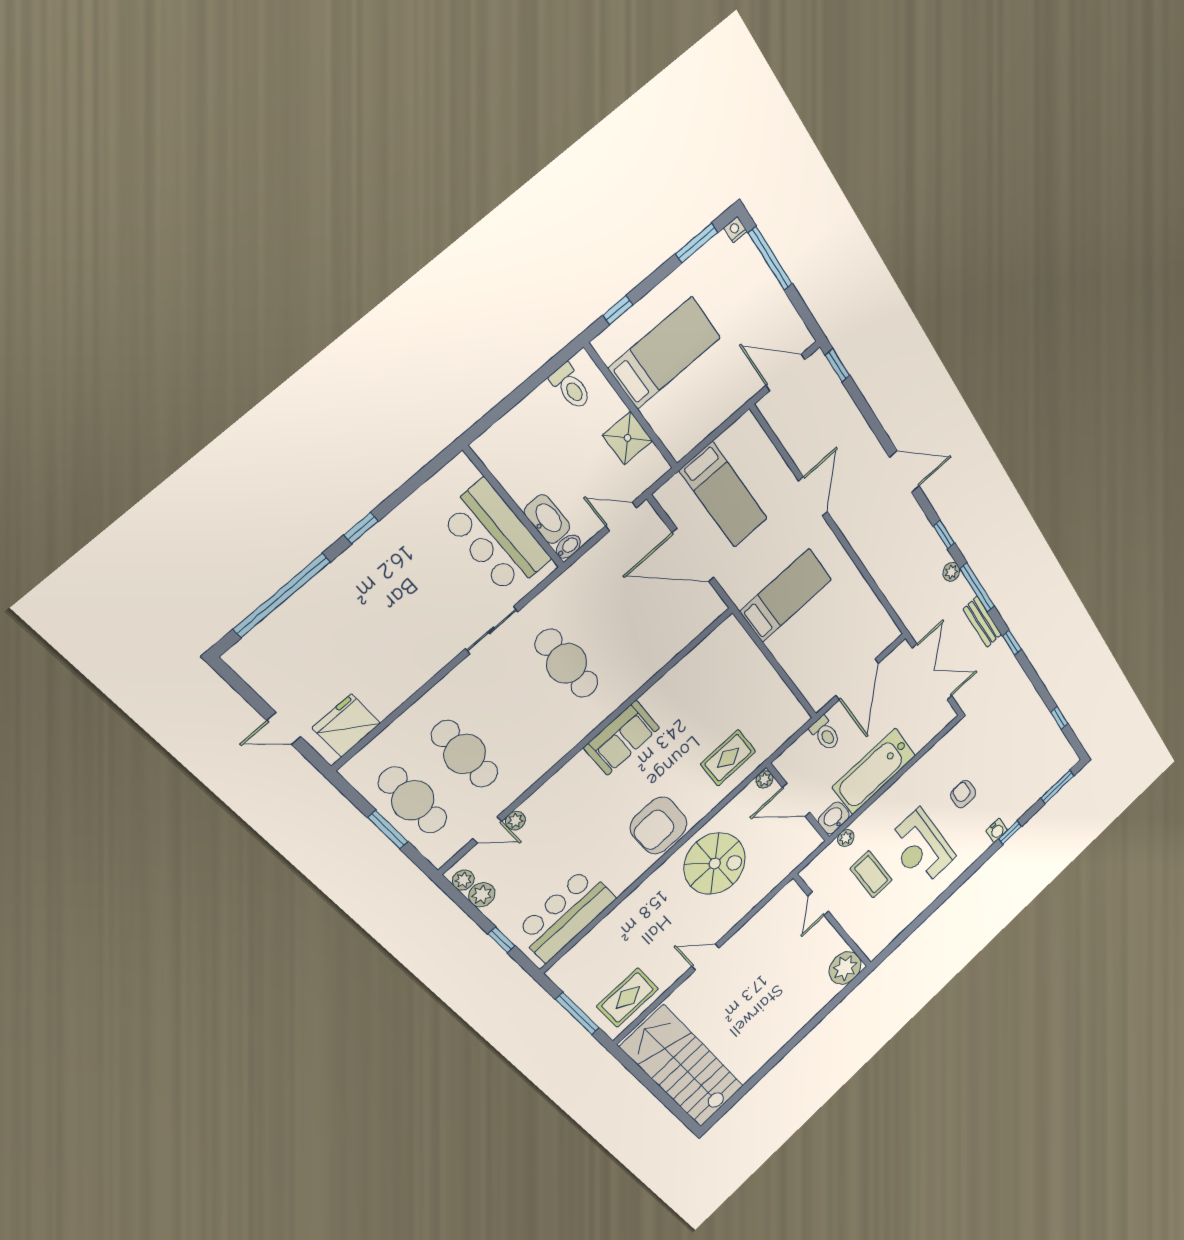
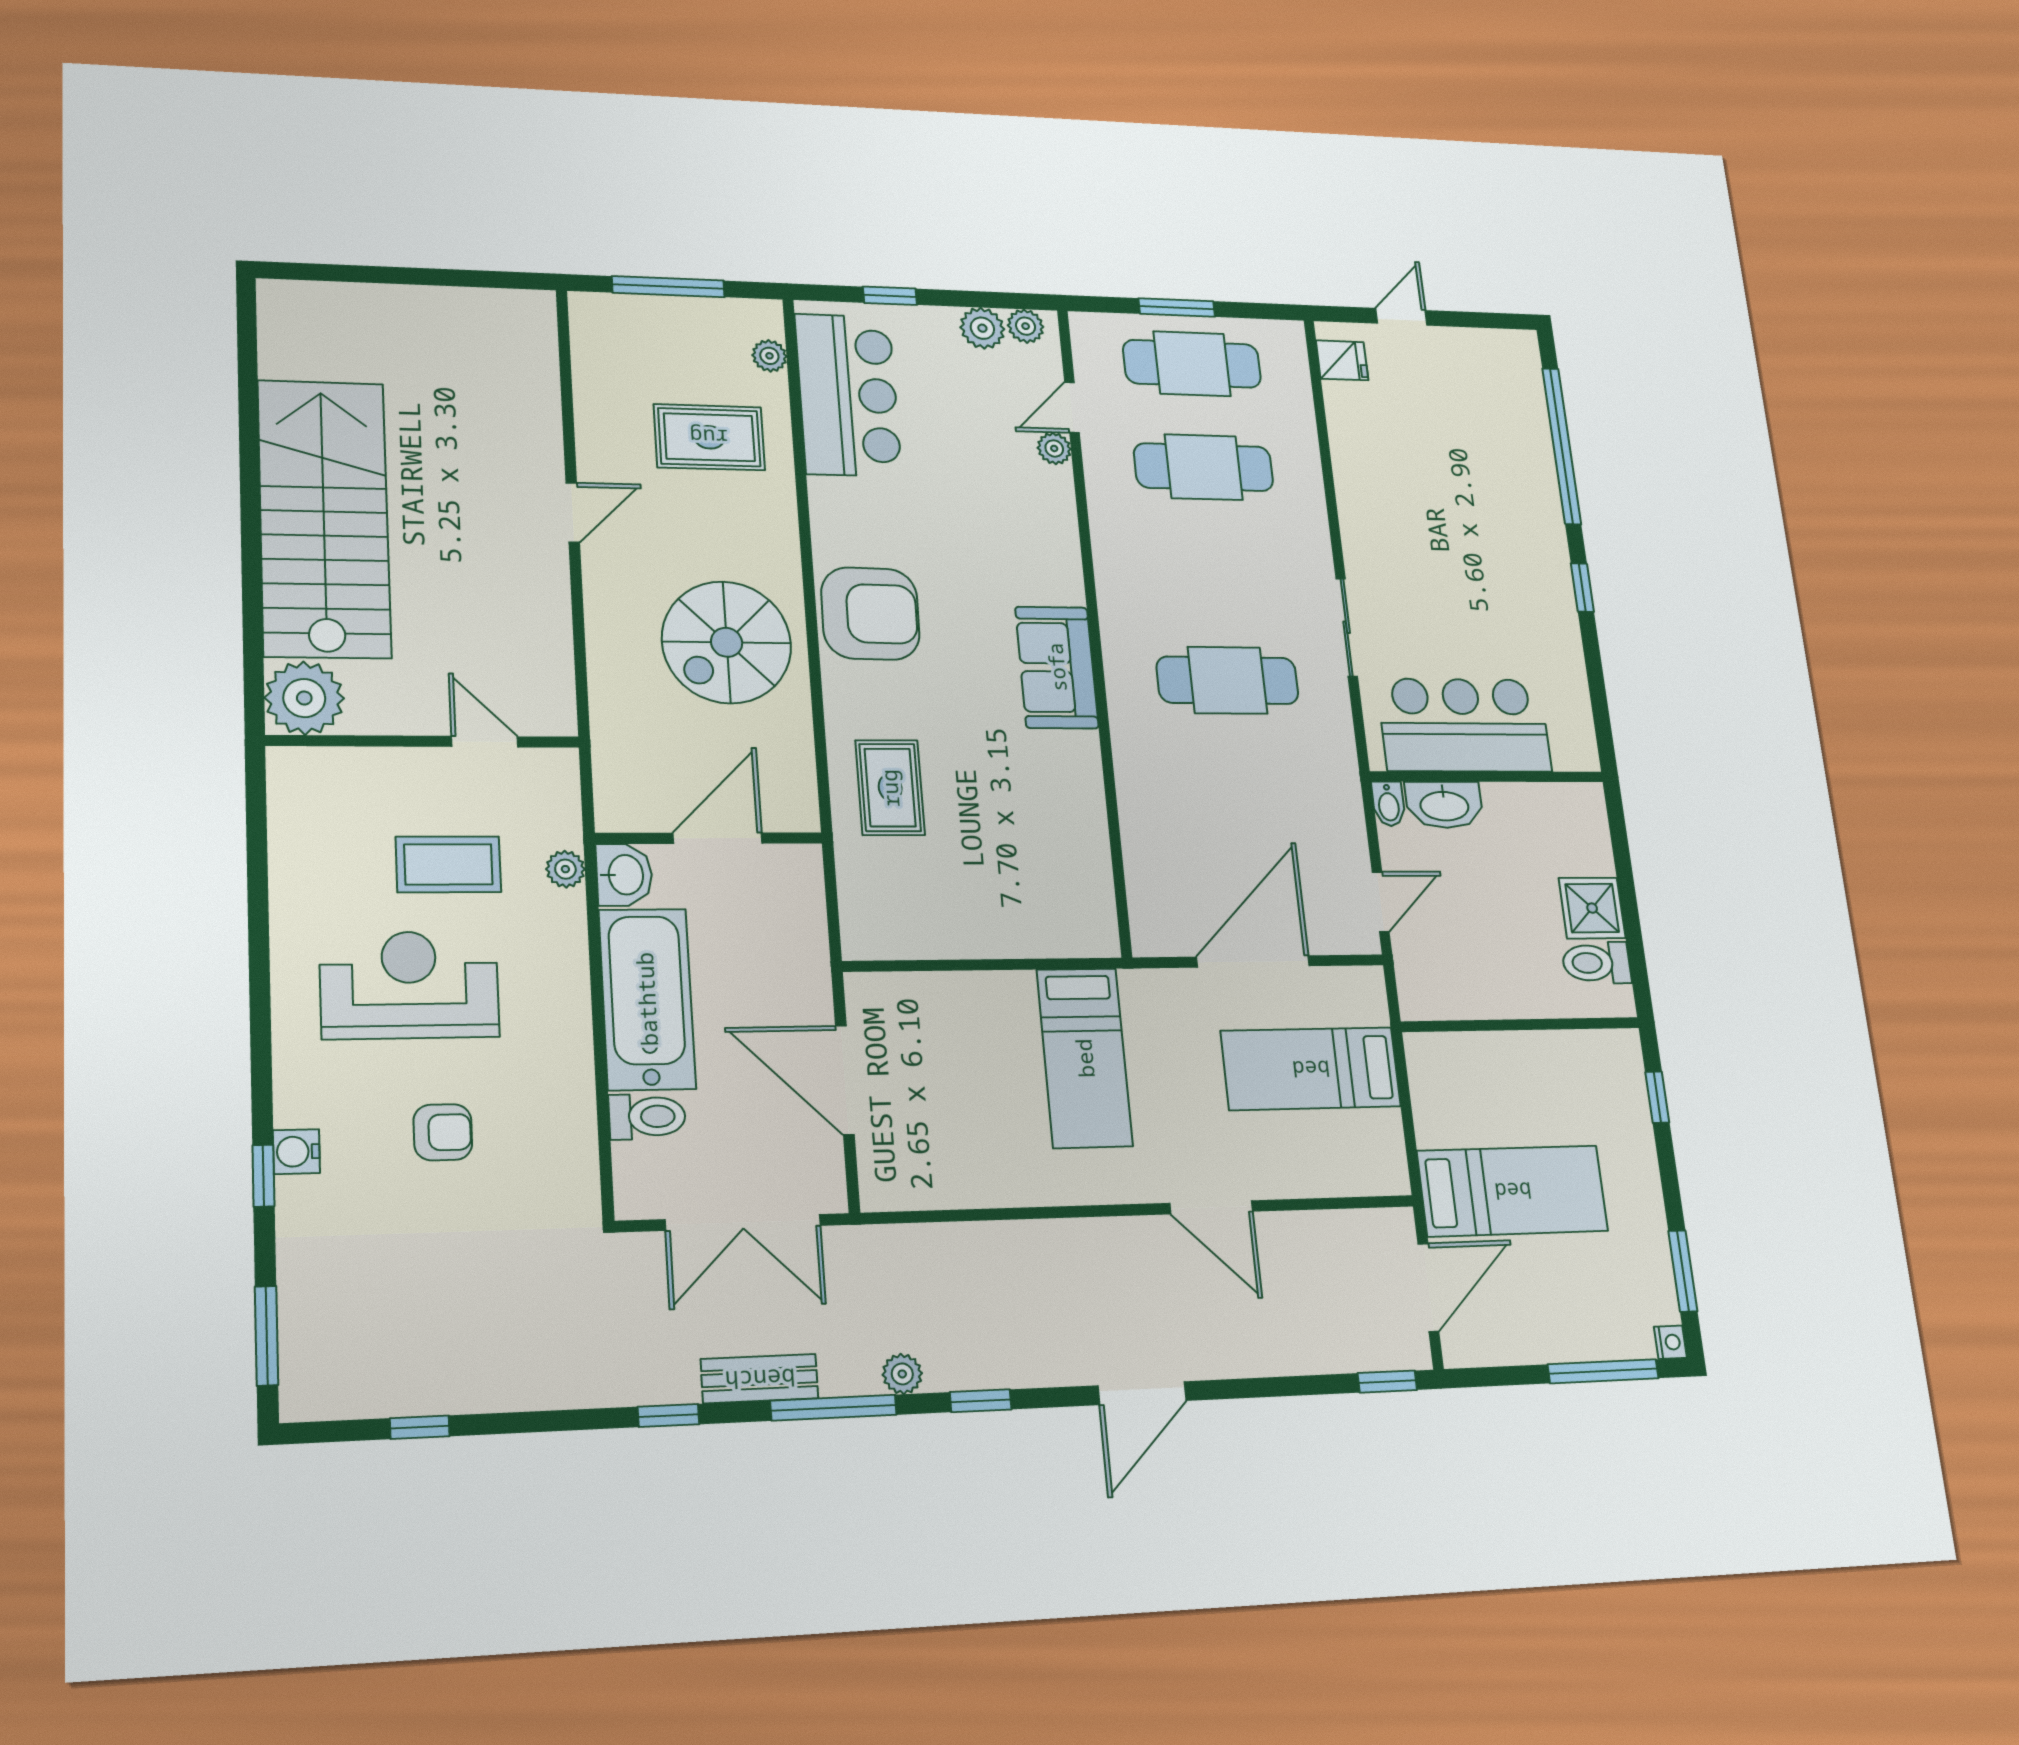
bed: (665, 353) -> (1513, 1191), moved, turned -90
shower: (627, 438) -> (1592, 908), moved
fridge: (346, 726) -> (1342, 360), width x0.53, depth x0.75
toilet: (825, 734) -> (647, 1117), moved, turned 180
plant: (765, 779) -> (769, 356), moved
armchair: (659, 826) -> (870, 614), turned 91
rug: (628, 998) -> (709, 437), moved, turned 90
stairs: (683, 1067) -> (324, 518), moved, turned -90

